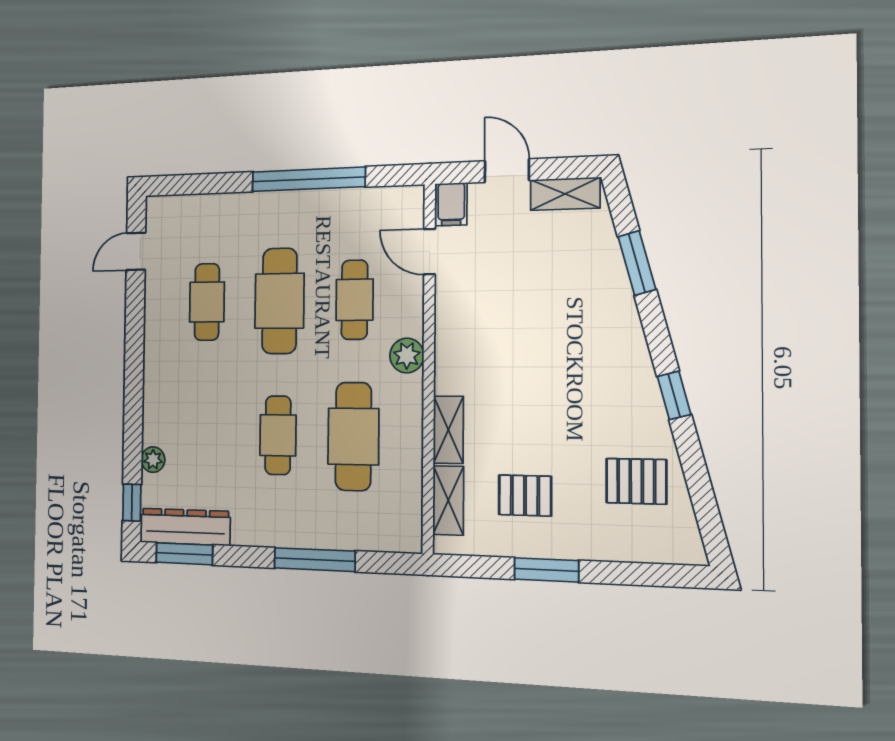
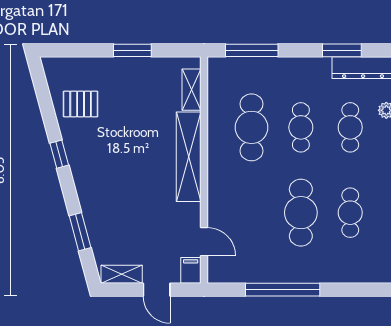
cafe table: (355, 300) -> (350, 127), moved
plant: (407, 356) -> (218, 178), removed
shelving: (448, 430) -> (189, 157), width x2.20, depth x1.33
pallet: (525, 495) -> (145, 94), removed
window: (184, 554) -> (342, 50), moved
window: (315, 560) -> (252, 50), moved

